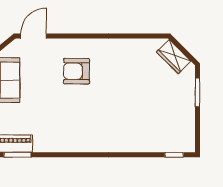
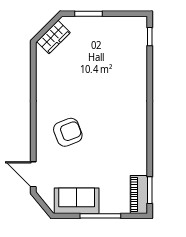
armchair: (77, 71) -> (68, 132), turned -111

